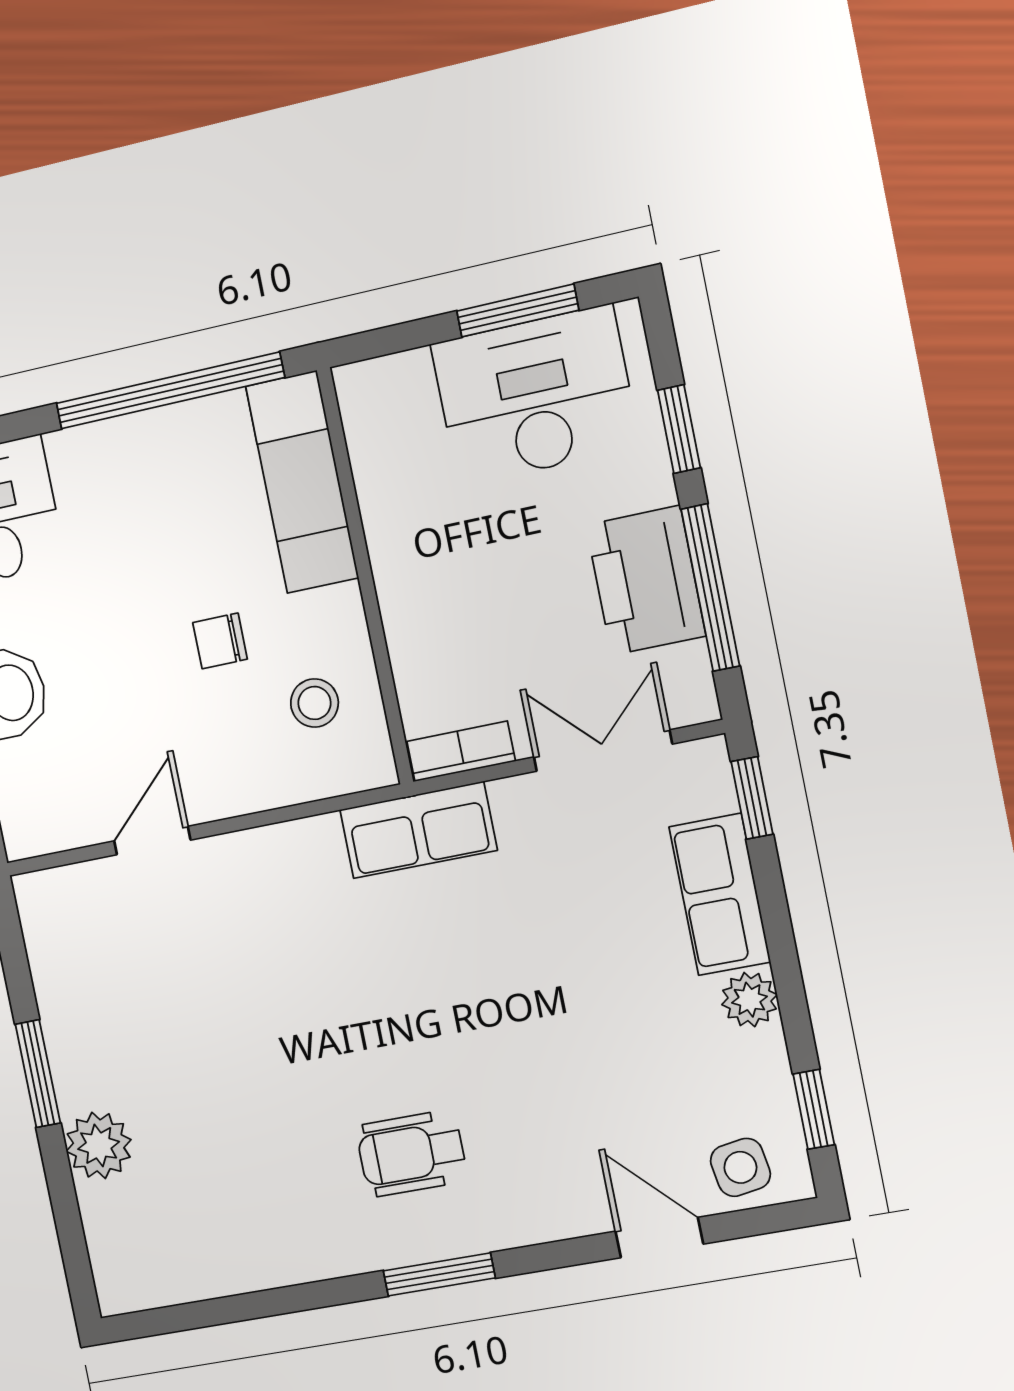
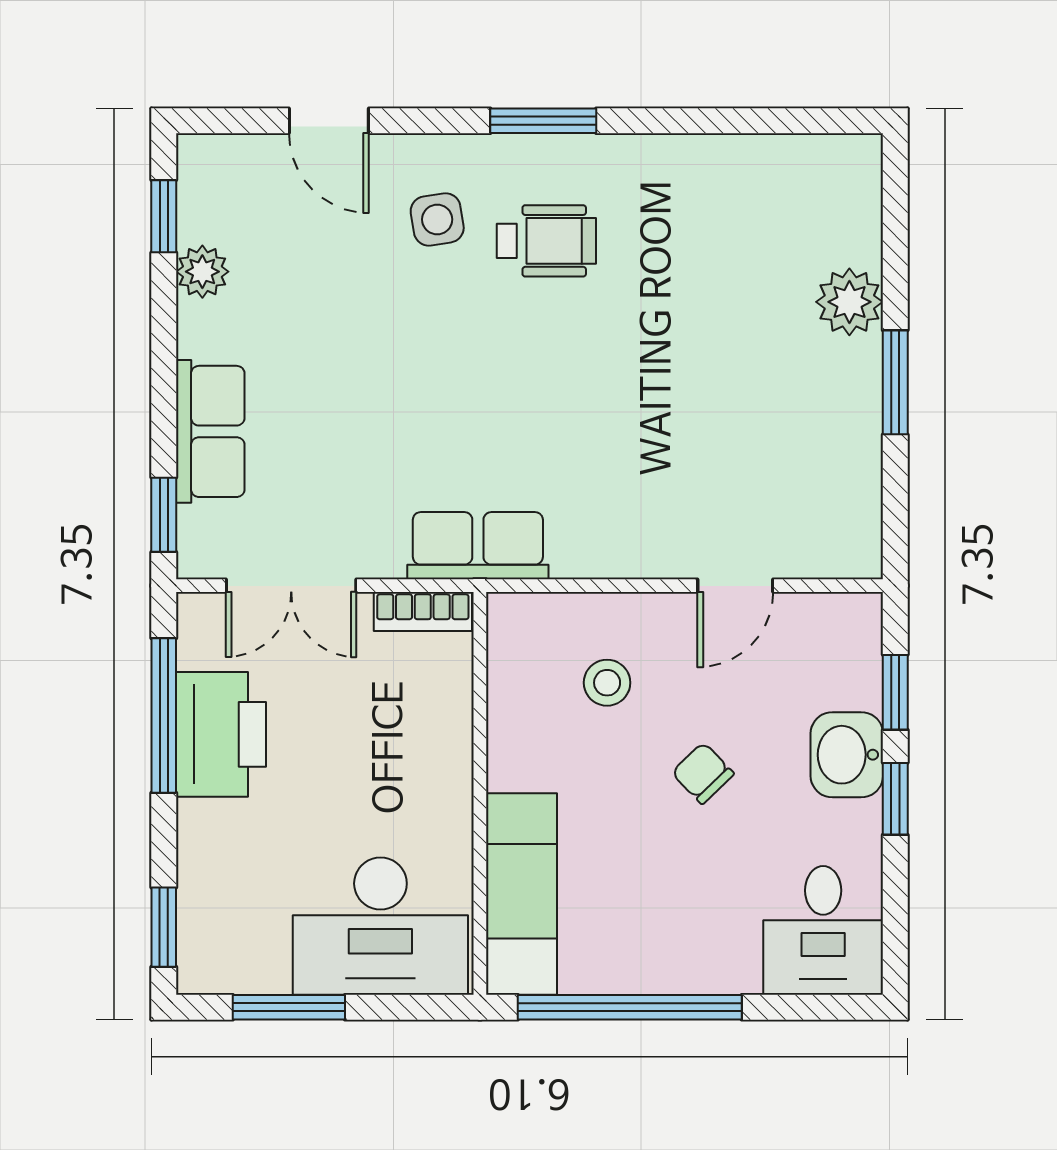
desk: (535, 395) -> (380, 926), moved
window: (679, 429) -> (164, 927), moved
chair: (220, 641) -> (703, 773), moved, turned -134
stool: (315, 703) -> (607, 683), moved
plant: (749, 1000) -> (202, 272), moved
side table: (740, 1167) -> (437, 219), moved

